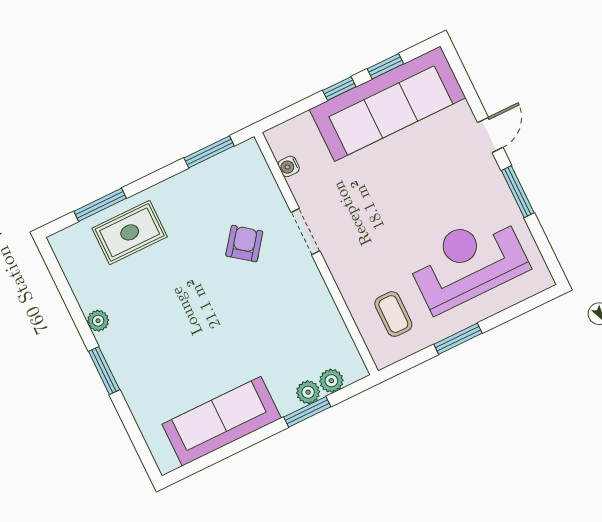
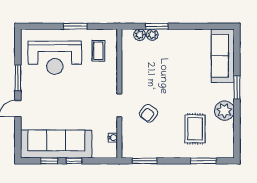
rug: (130, 232) -> (195, 129), moved, turned 90
plant: (98, 321) -> (224, 111), width x1.88, depth x1.88
sofa: (222, 421) -> (223, 56), moved, turned 90

